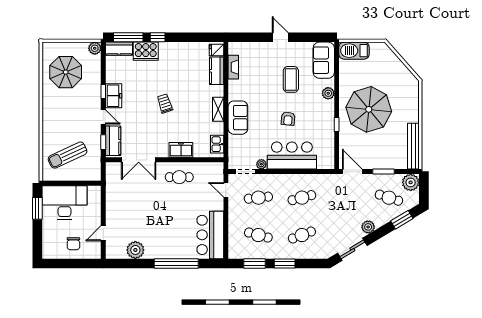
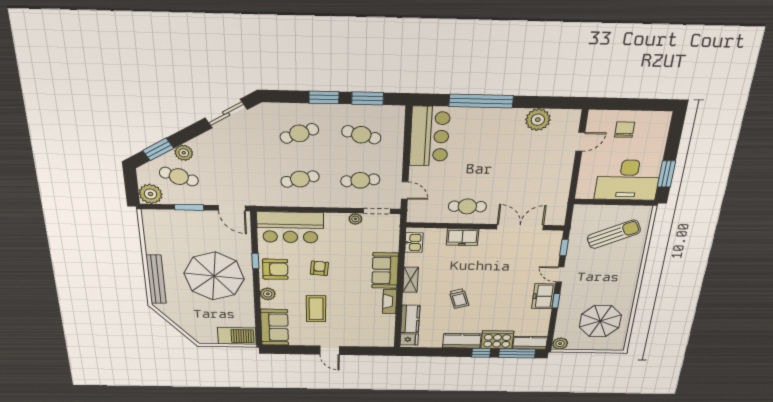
fireplace: (233, 67) -> (390, 301), moved
trolley: (165, 103) -> (459, 299), moved
armchair: (322, 117) -> (275, 269), added
kitchen counter: (113, 141) -> (462, 341), moved, turned 90
bench: (413, 146) -> (156, 279), moved
bar counter: (292, 156) -> (290, 227), moved
plant: (368, 227) -> (184, 153), moved

